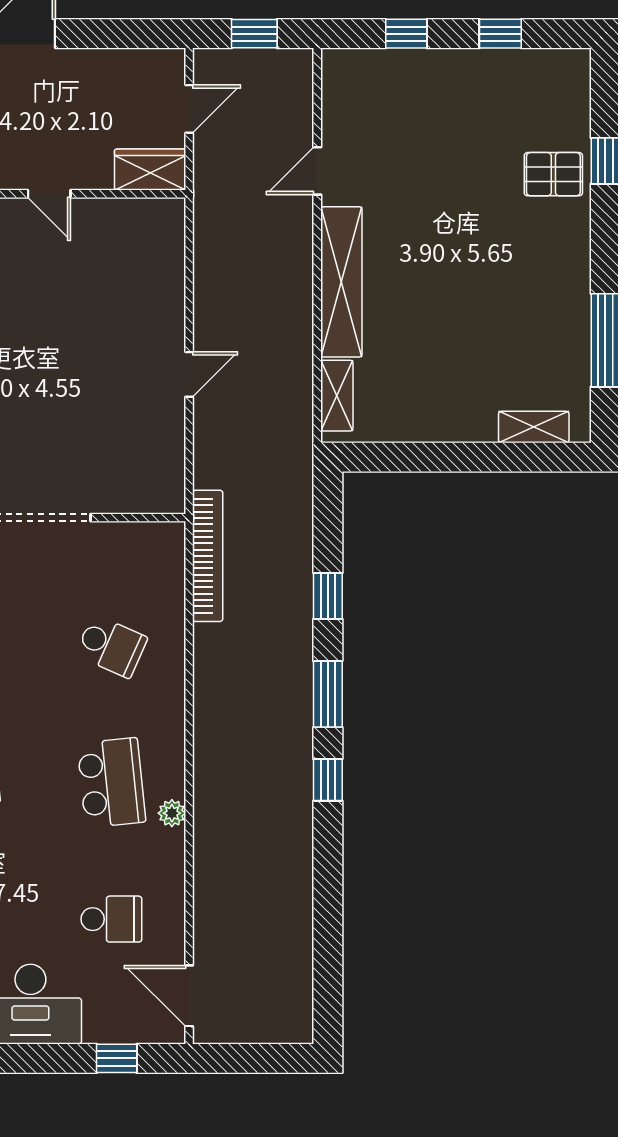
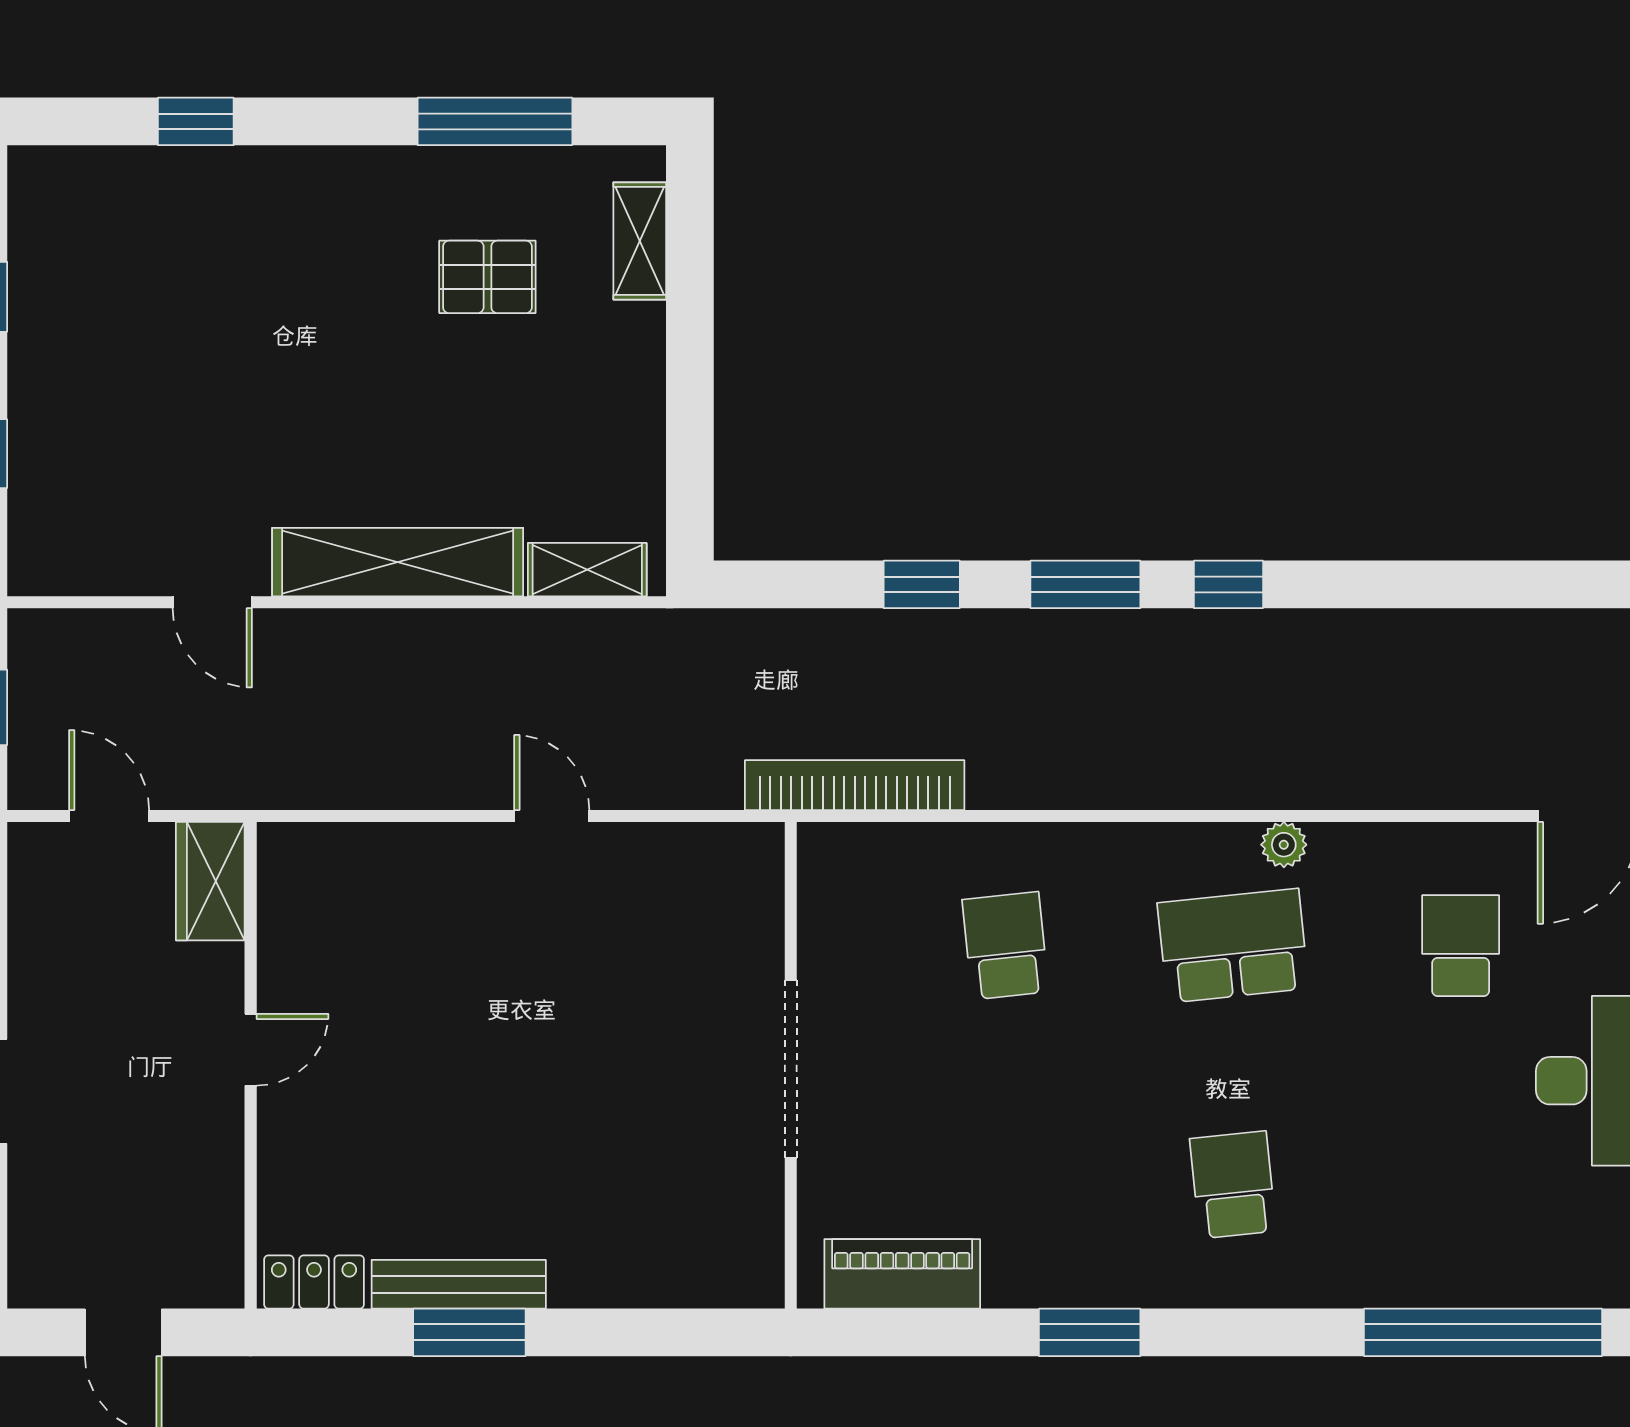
pallet: (553, 174) -> (487, 277), moved, turned 90
school desk: (111, 646) -> (1005, 946), turned -30

